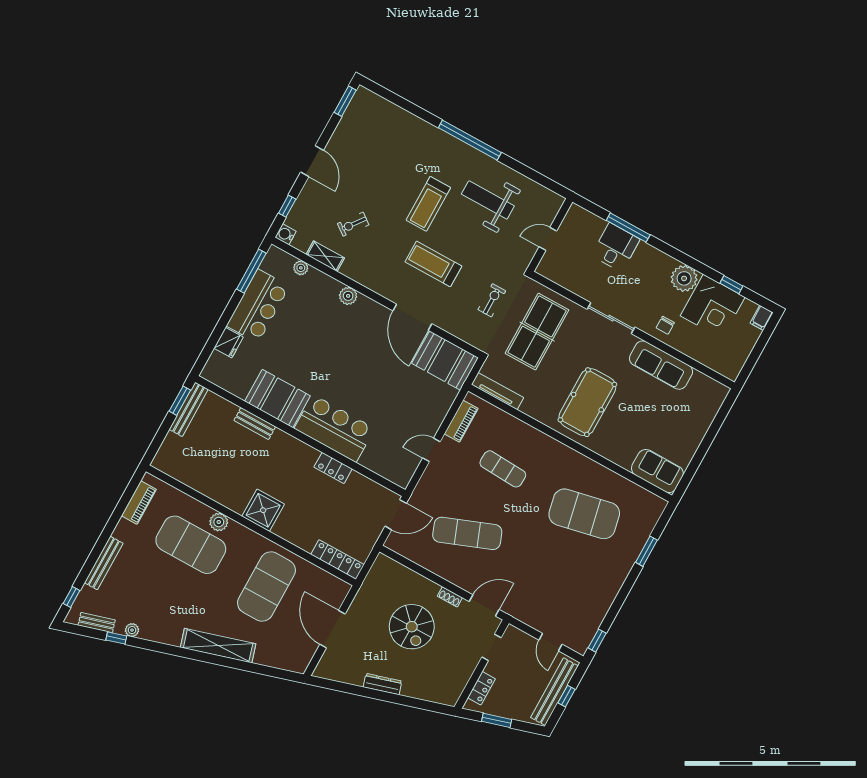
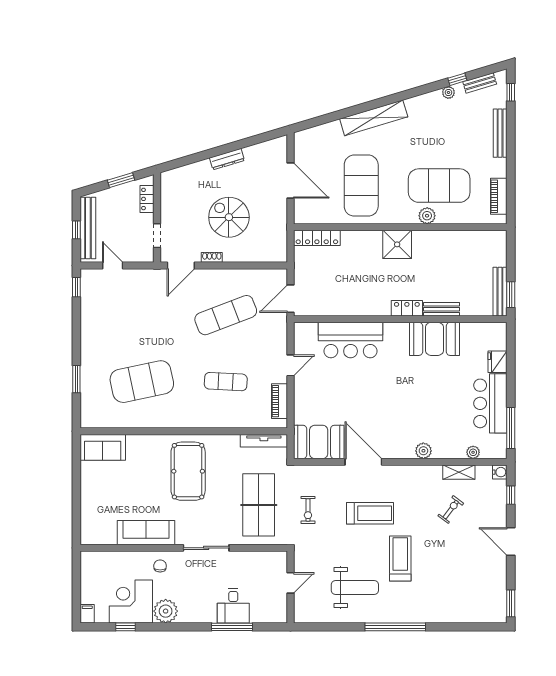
bar counter: (334, 428) -> (351, 340), moved
locker: (333, 468) -> (407, 308), moved

